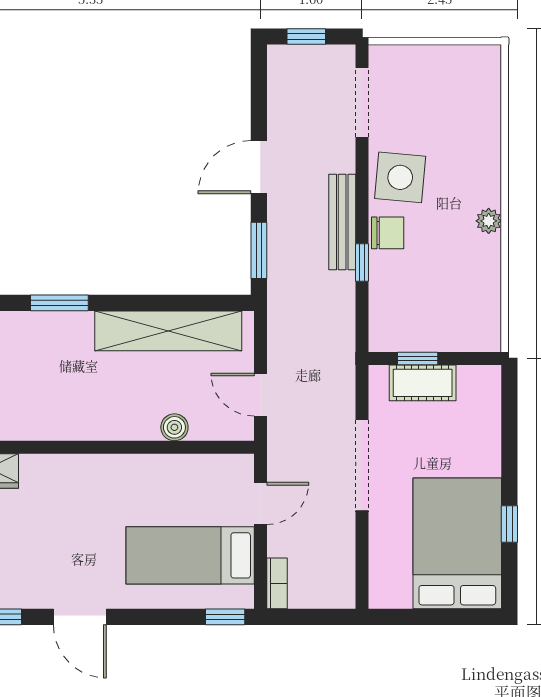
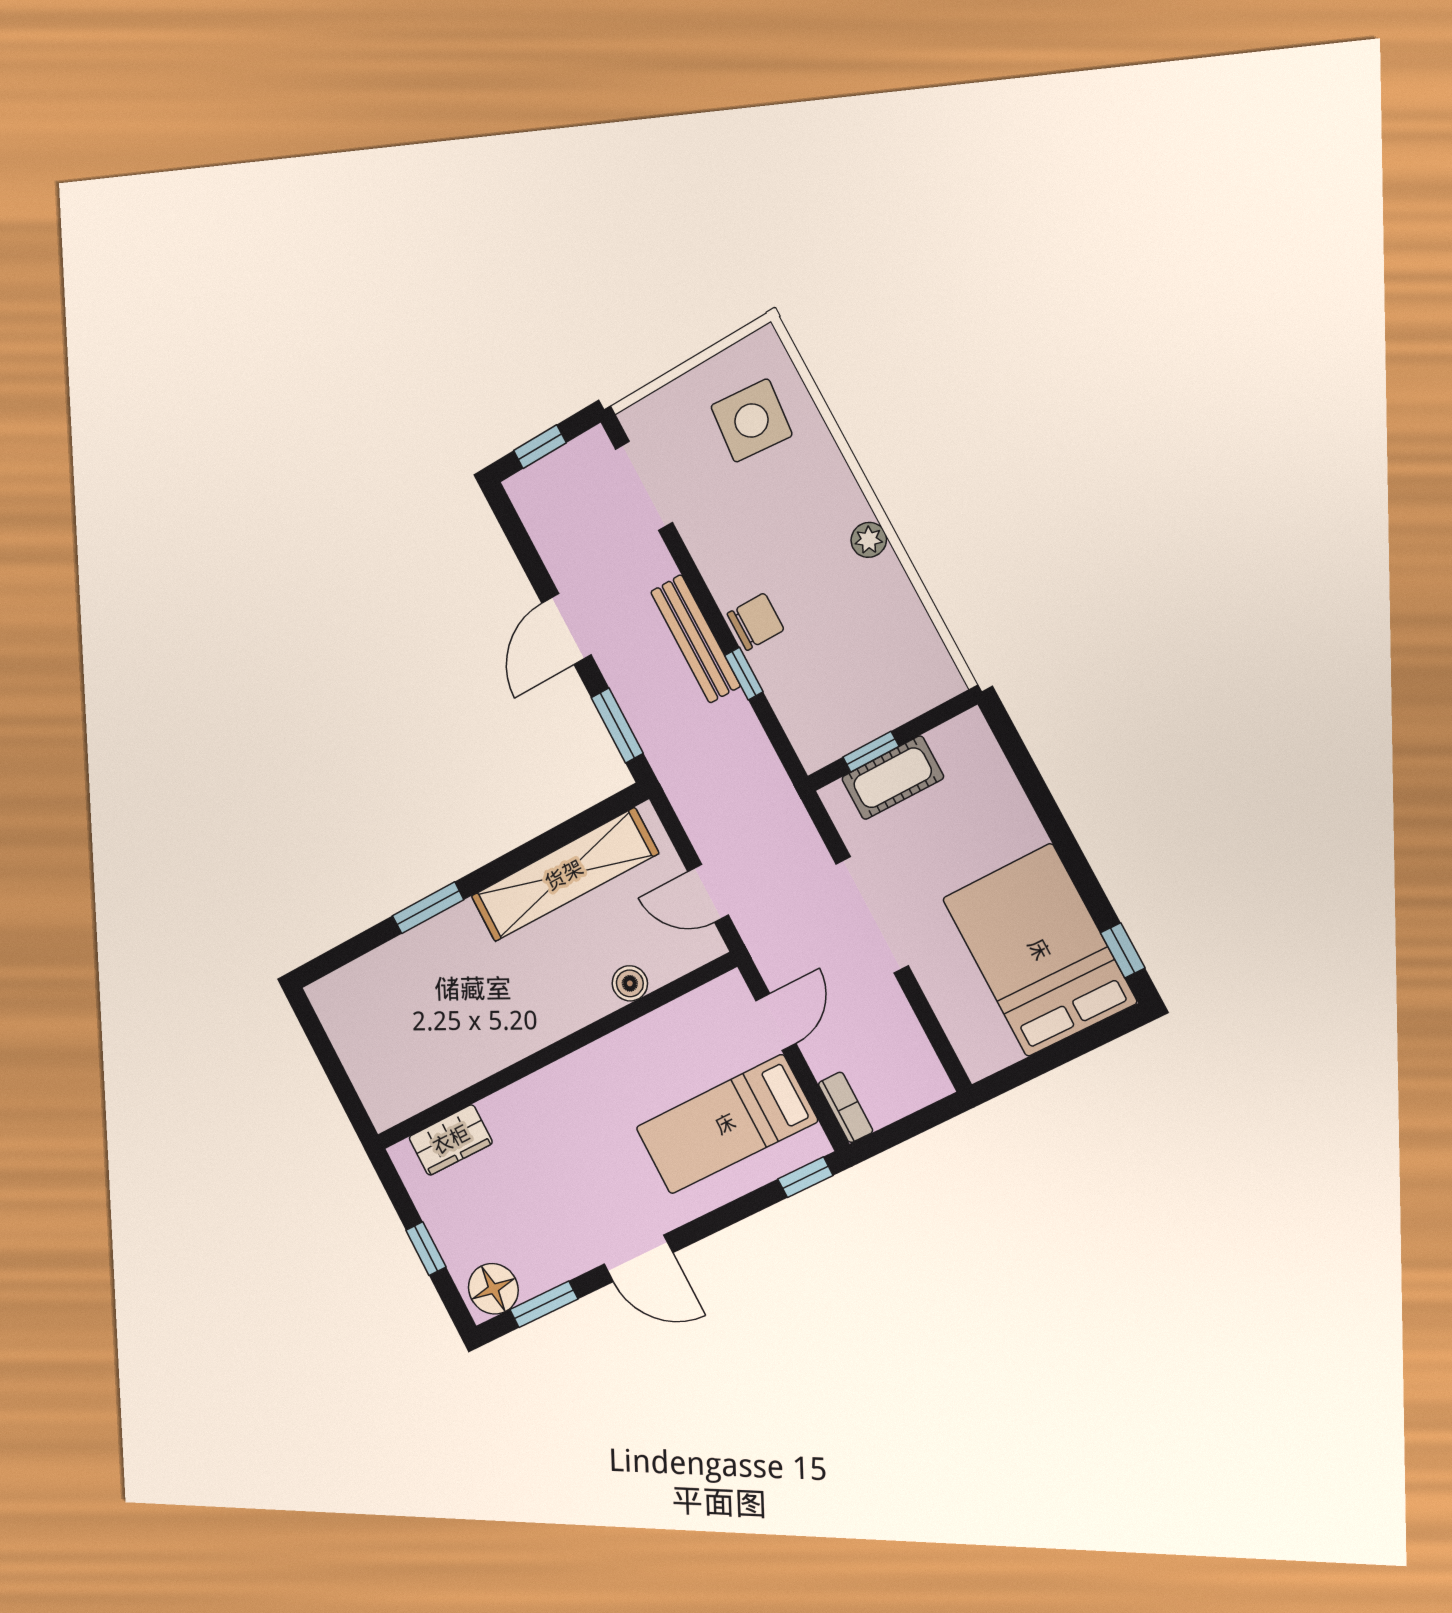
side table: (400, 177) -> (751, 421), moved
window: (509, 524) -> (1123, 950), moved

